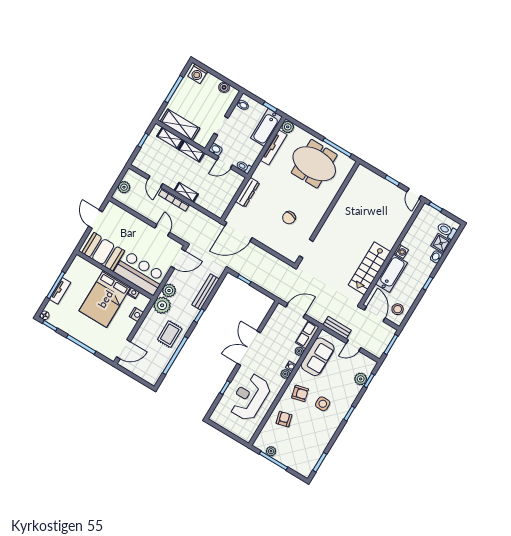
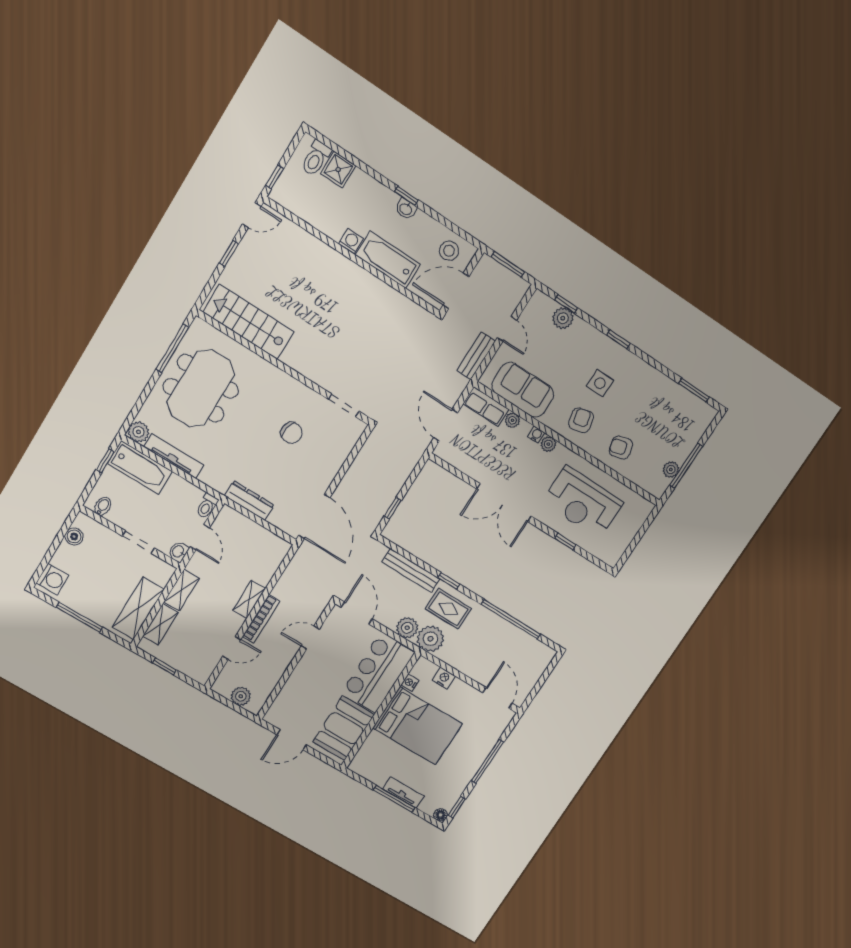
washbasin: (436, 257) -> (406, 209), moved
stairs: (369, 268) -> (249, 322), moved, turned 180
rug: (170, 334) -> (448, 609), moved

